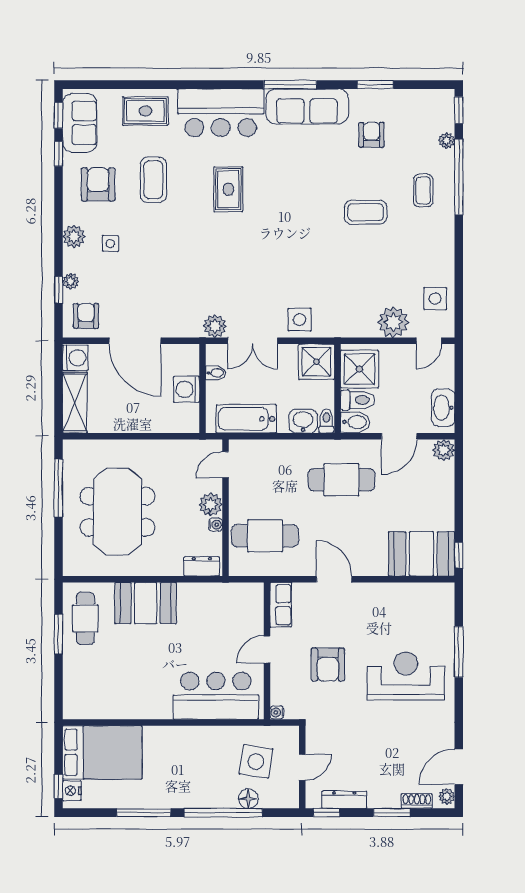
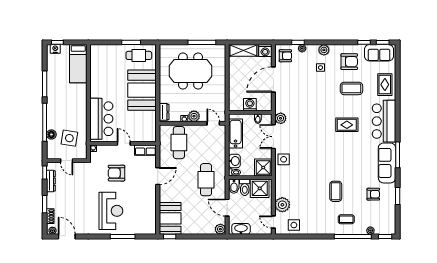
booth: (146, 603) -> (142, 90), width x1.36, depth x1.42
bed: (102, 752) -> (78, 64), width x0.67

